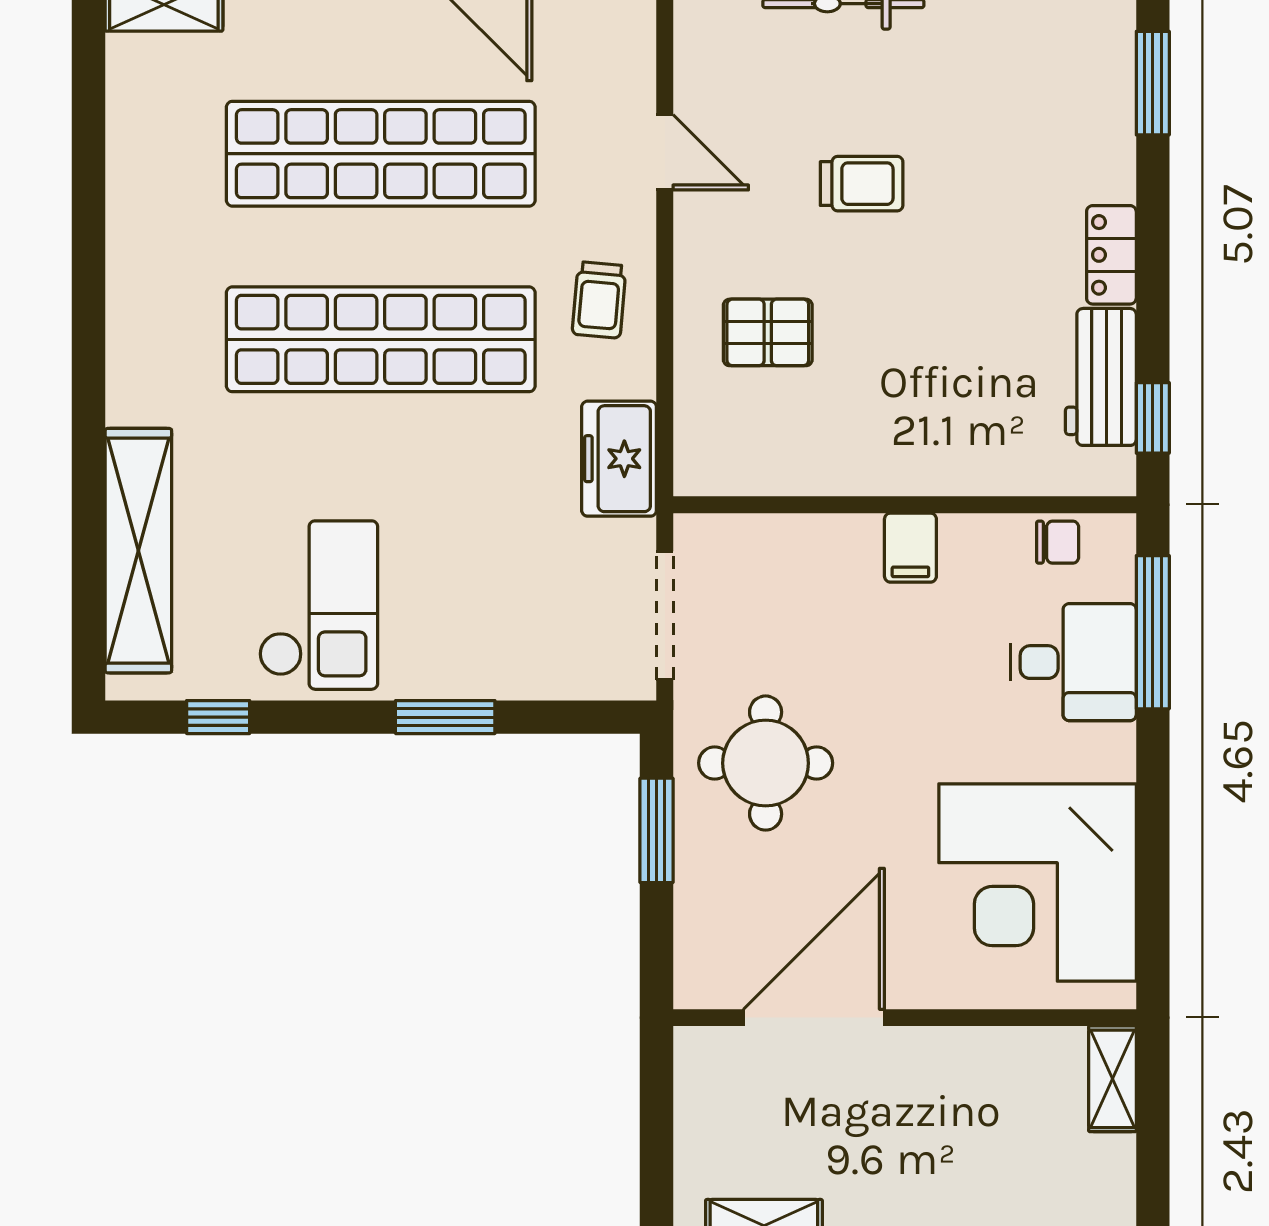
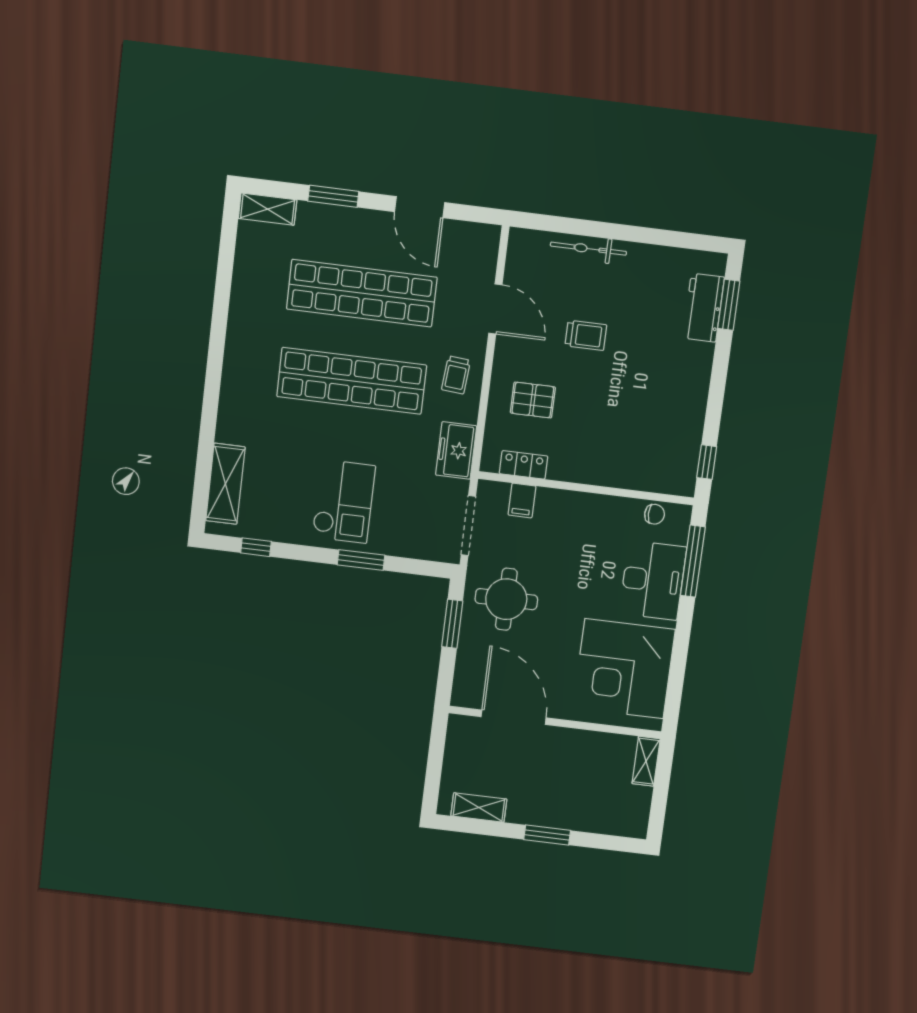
door: (665, 152) -> (495, 309), width x1.38
locker: (1111, 255) -> (524, 465), moved, turned 90
workbench: (1101, 377) -> (704, 308), moved
filing cabinet: (910, 548) -> (522, 500), moved
shelving: (138, 551) -> (225, 484), width x0.68
checkout: (318, 605) -> (344, 501), moved
desk: (1073, 662) -> (653, 580), width x1.37
door: (814, 1018) -> (514, 717), hinge flipped

